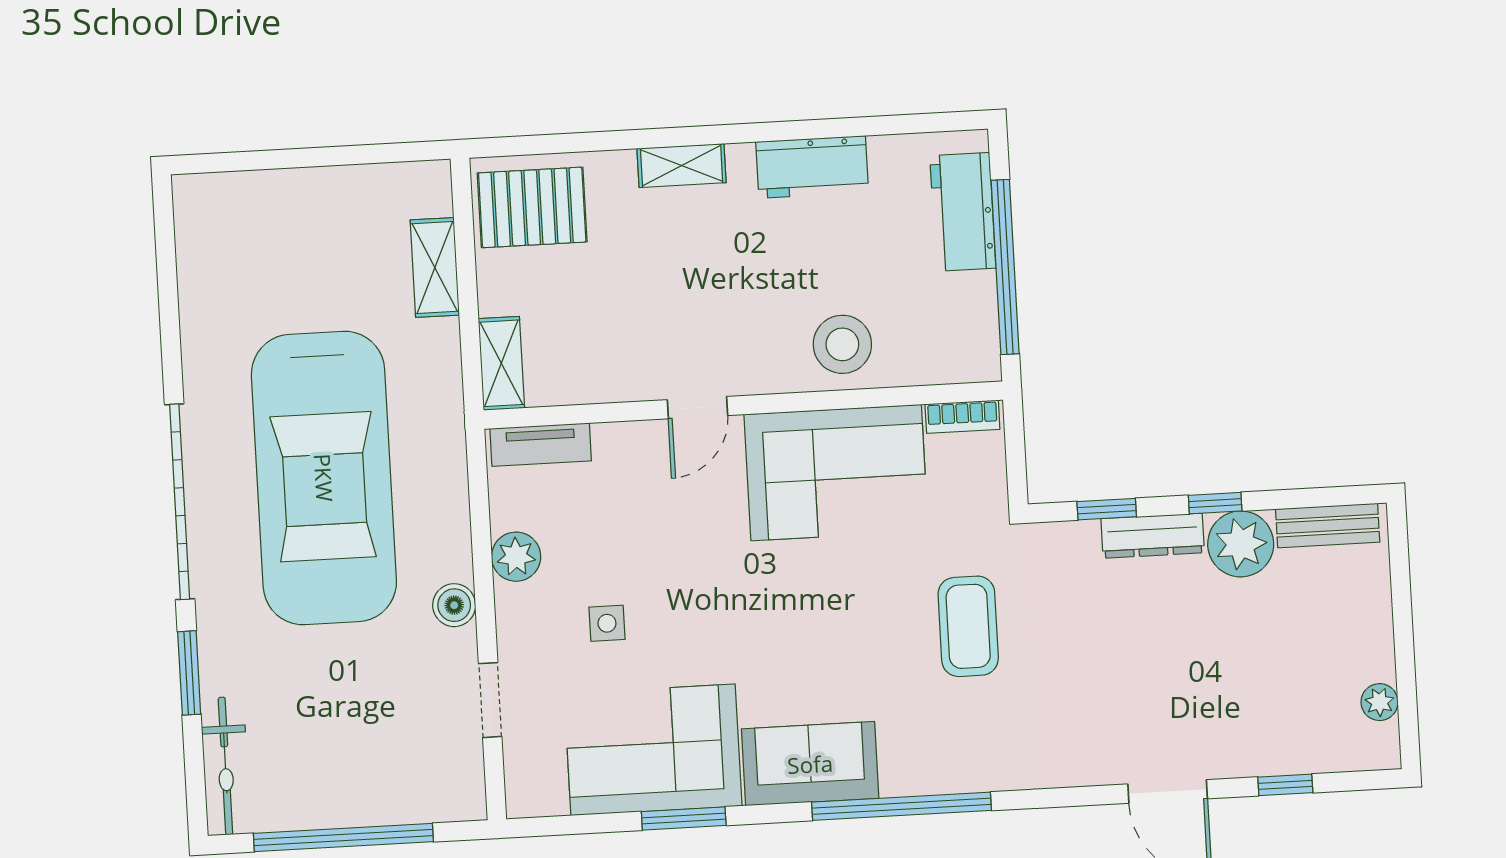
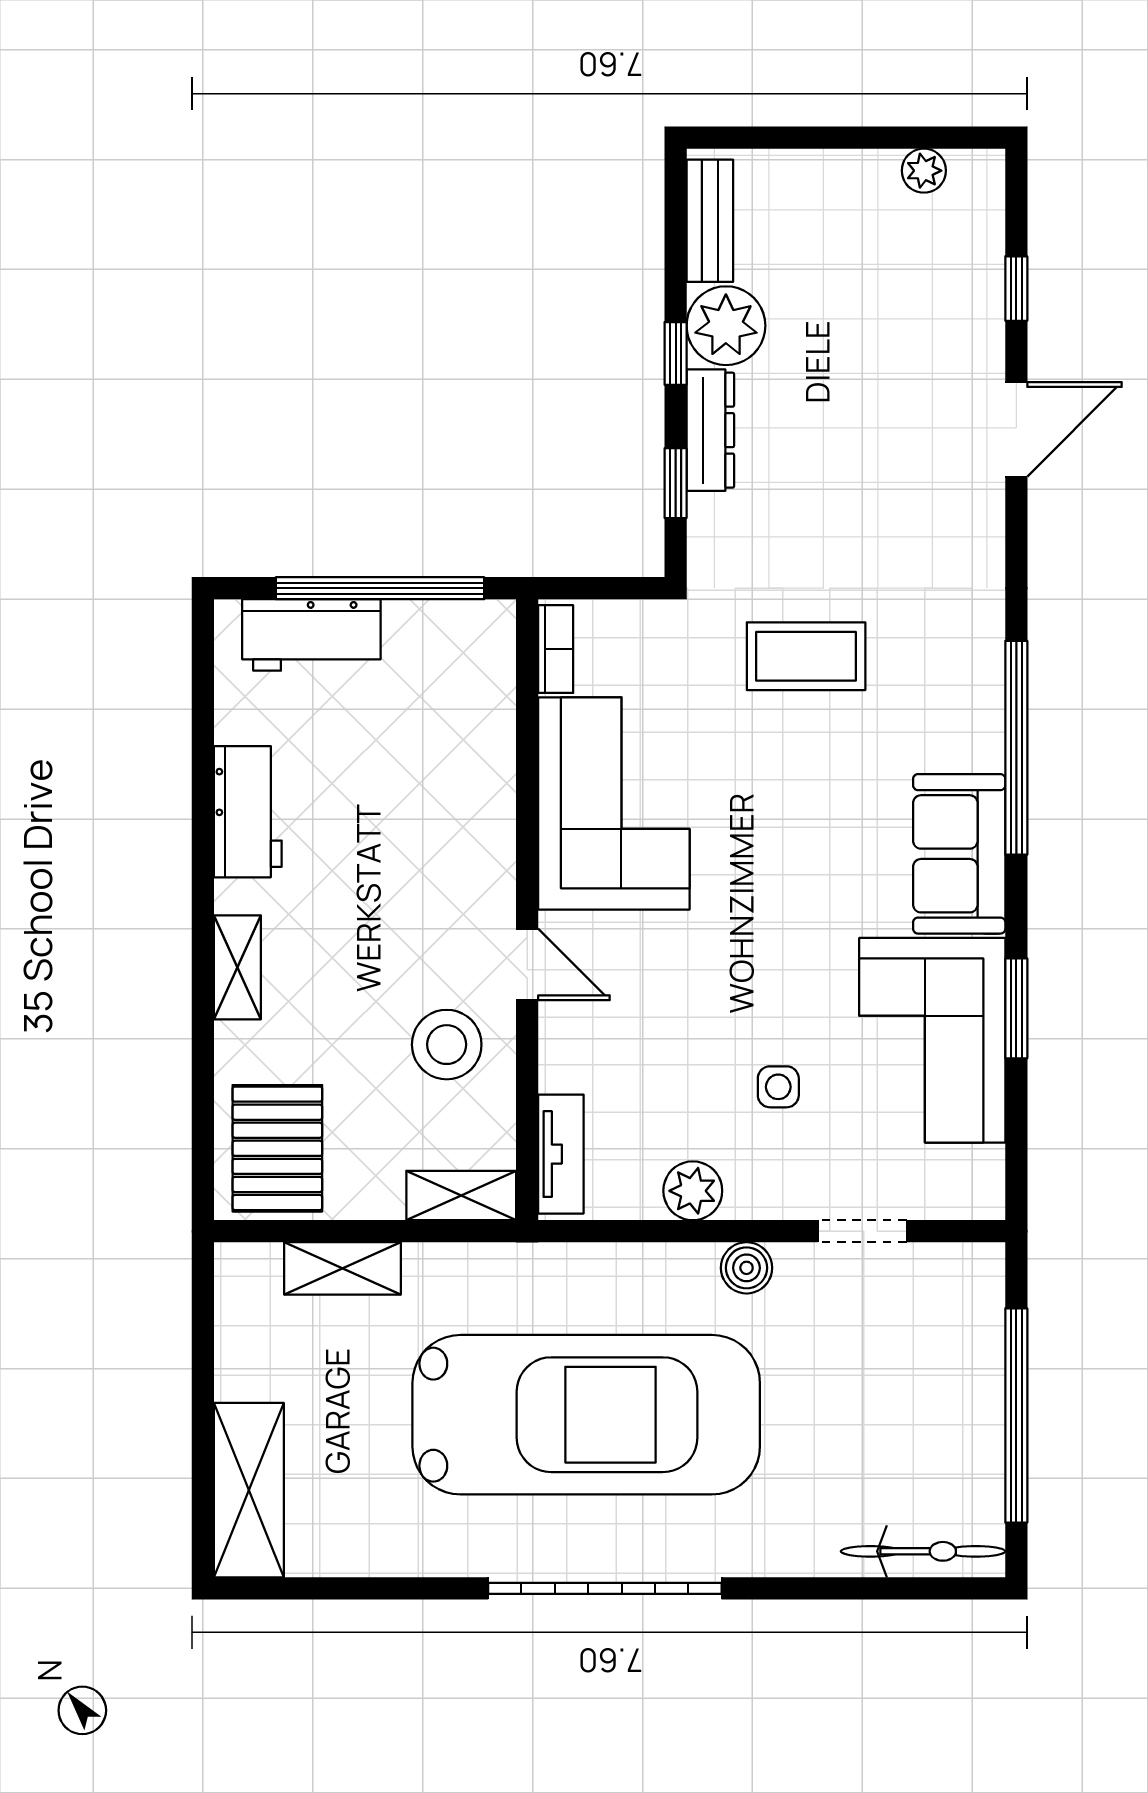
shelving: (245, 200) -> (249, 1490), added
stool: (842, 344) -> (447, 1045), moved
window: (189, 673) -> (810, 1588), removed

